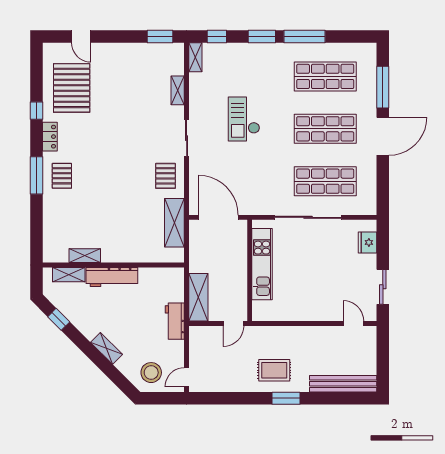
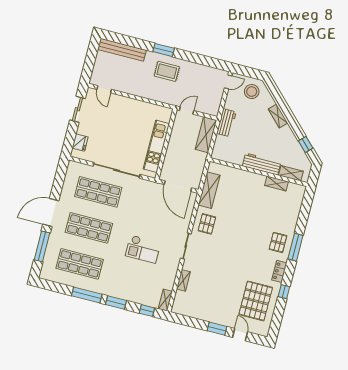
window: (160, 36) -> (217, 329), moved
checkout: (244, 119) -> (143, 249), turned 90

